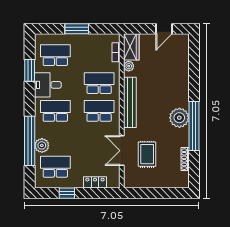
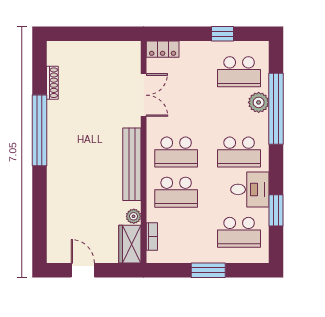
door: (164, 29) -> (83, 270), hinge flipped
plant: (179, 118) -> (61, 142), removed
rug: (147, 154) -> (107, 90), removed
locker: (95, 182) -> (163, 49), moved

